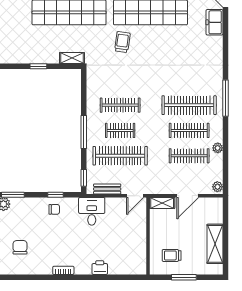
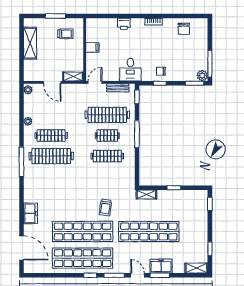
freezer: (215, 22) -> (30, 213), moved
clothes rail: (189, 156) -> (51, 115), removed
door: (188, 196) -> (52, 82), swing flipped
filing cabinet: (138, 239) -> (92, 47), added
chair: (20, 247) -> (184, 29), moved

